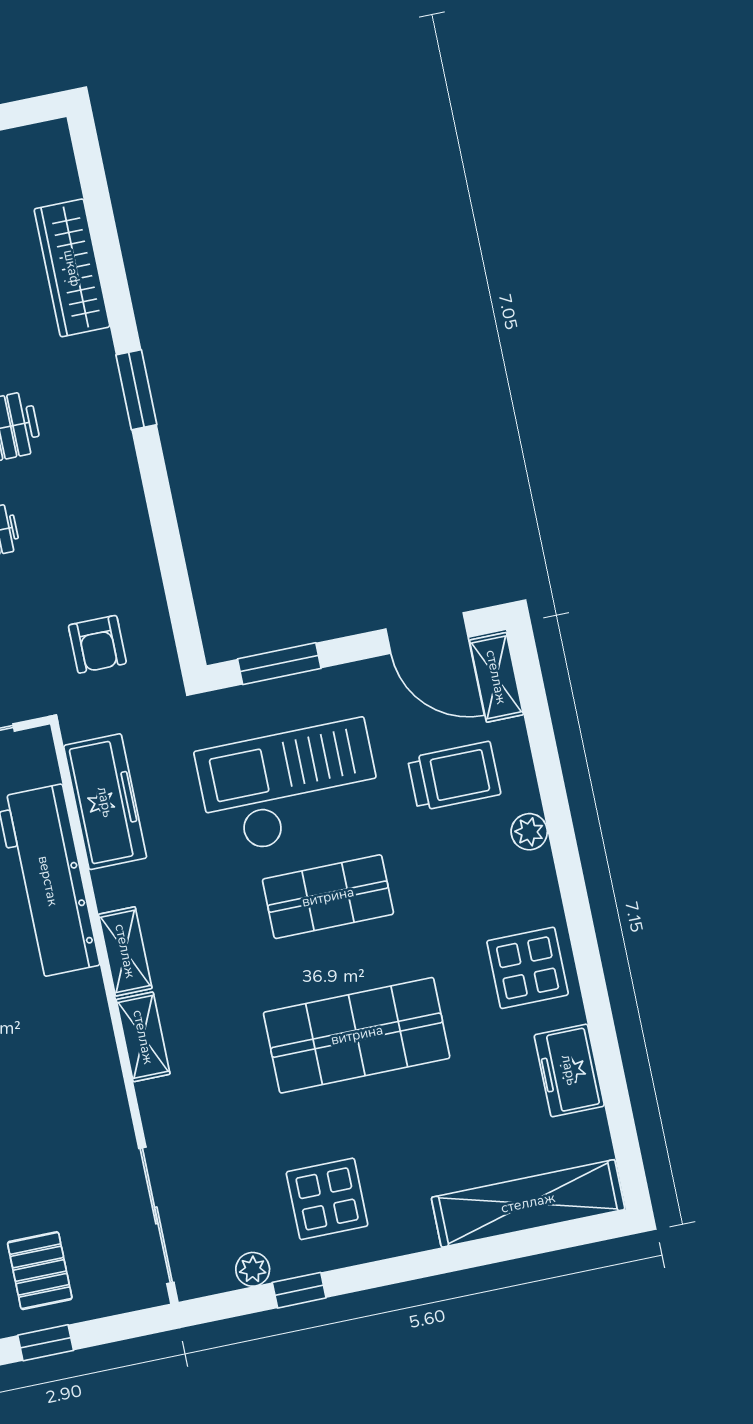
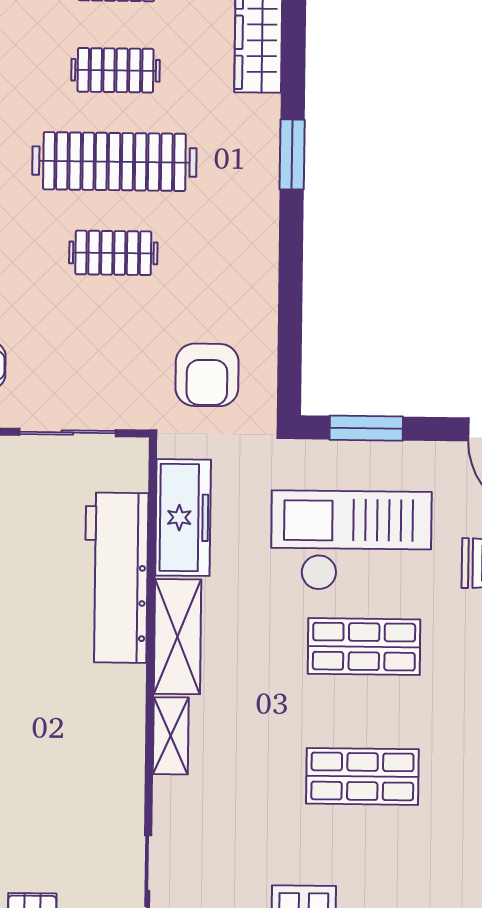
armchair: (97, 644) -> (207, 375), width x1.38, depth x1.38
shelving: (125, 951) -> (178, 637), width x1.50, depth x1.33
shop shelf: (357, 1035) -> (362, 776), width x0.70, depth x0.74

